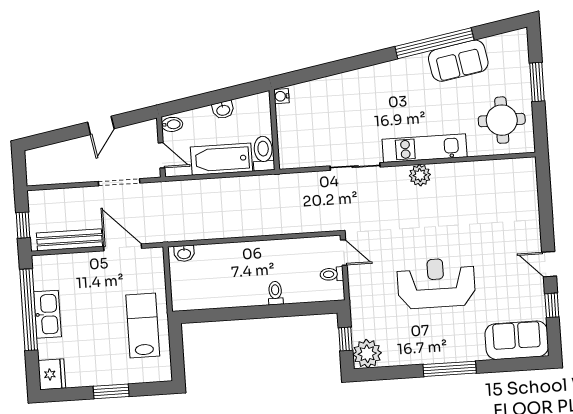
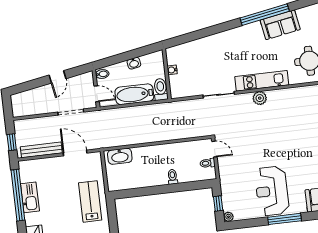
water cooler: (281, 96) -> (172, 70), moved
washbasin: (184, 253) -> (120, 156), width x1.91, depth x1.45
reception desk: (436, 283) -> (272, 191), moved, turned -90
plant: (367, 354) -> (228, 217), width x0.53, depth x0.53

